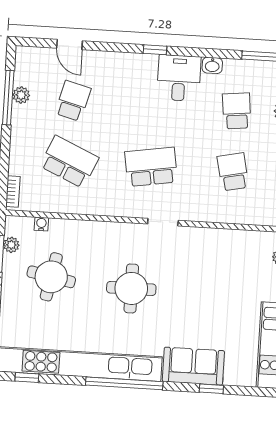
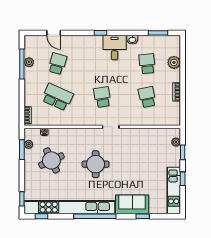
school desk: (151, 167) -> (102, 97), width x0.54
round table: (51, 277) -> (51, 160), turned -36

